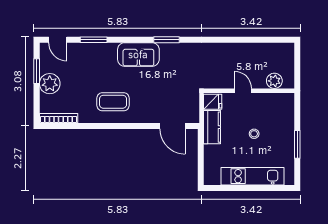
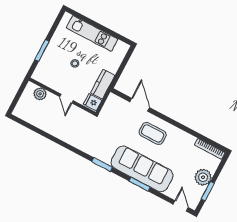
window: (94, 40) -> (140, 184), moved
sofa: (138, 54) -> (142, 169), width x1.85, depth x1.27
coffee table: (113, 102) -> (153, 134), moved
door: (172, 126) -> (140, 105), moved
window: (297, 144) -> (42, 50), moved

